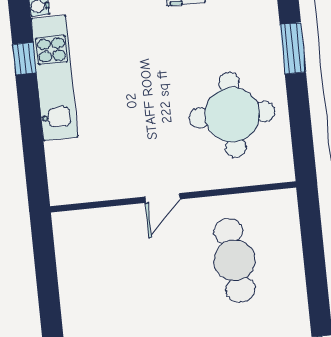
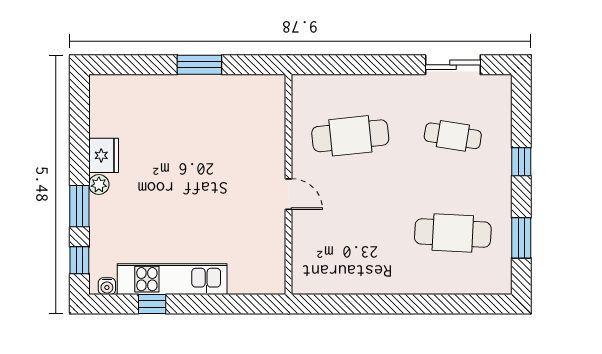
window: (293, 48) -> (199, 65), moved
round table: (232, 115) -> (221, 125), removed

